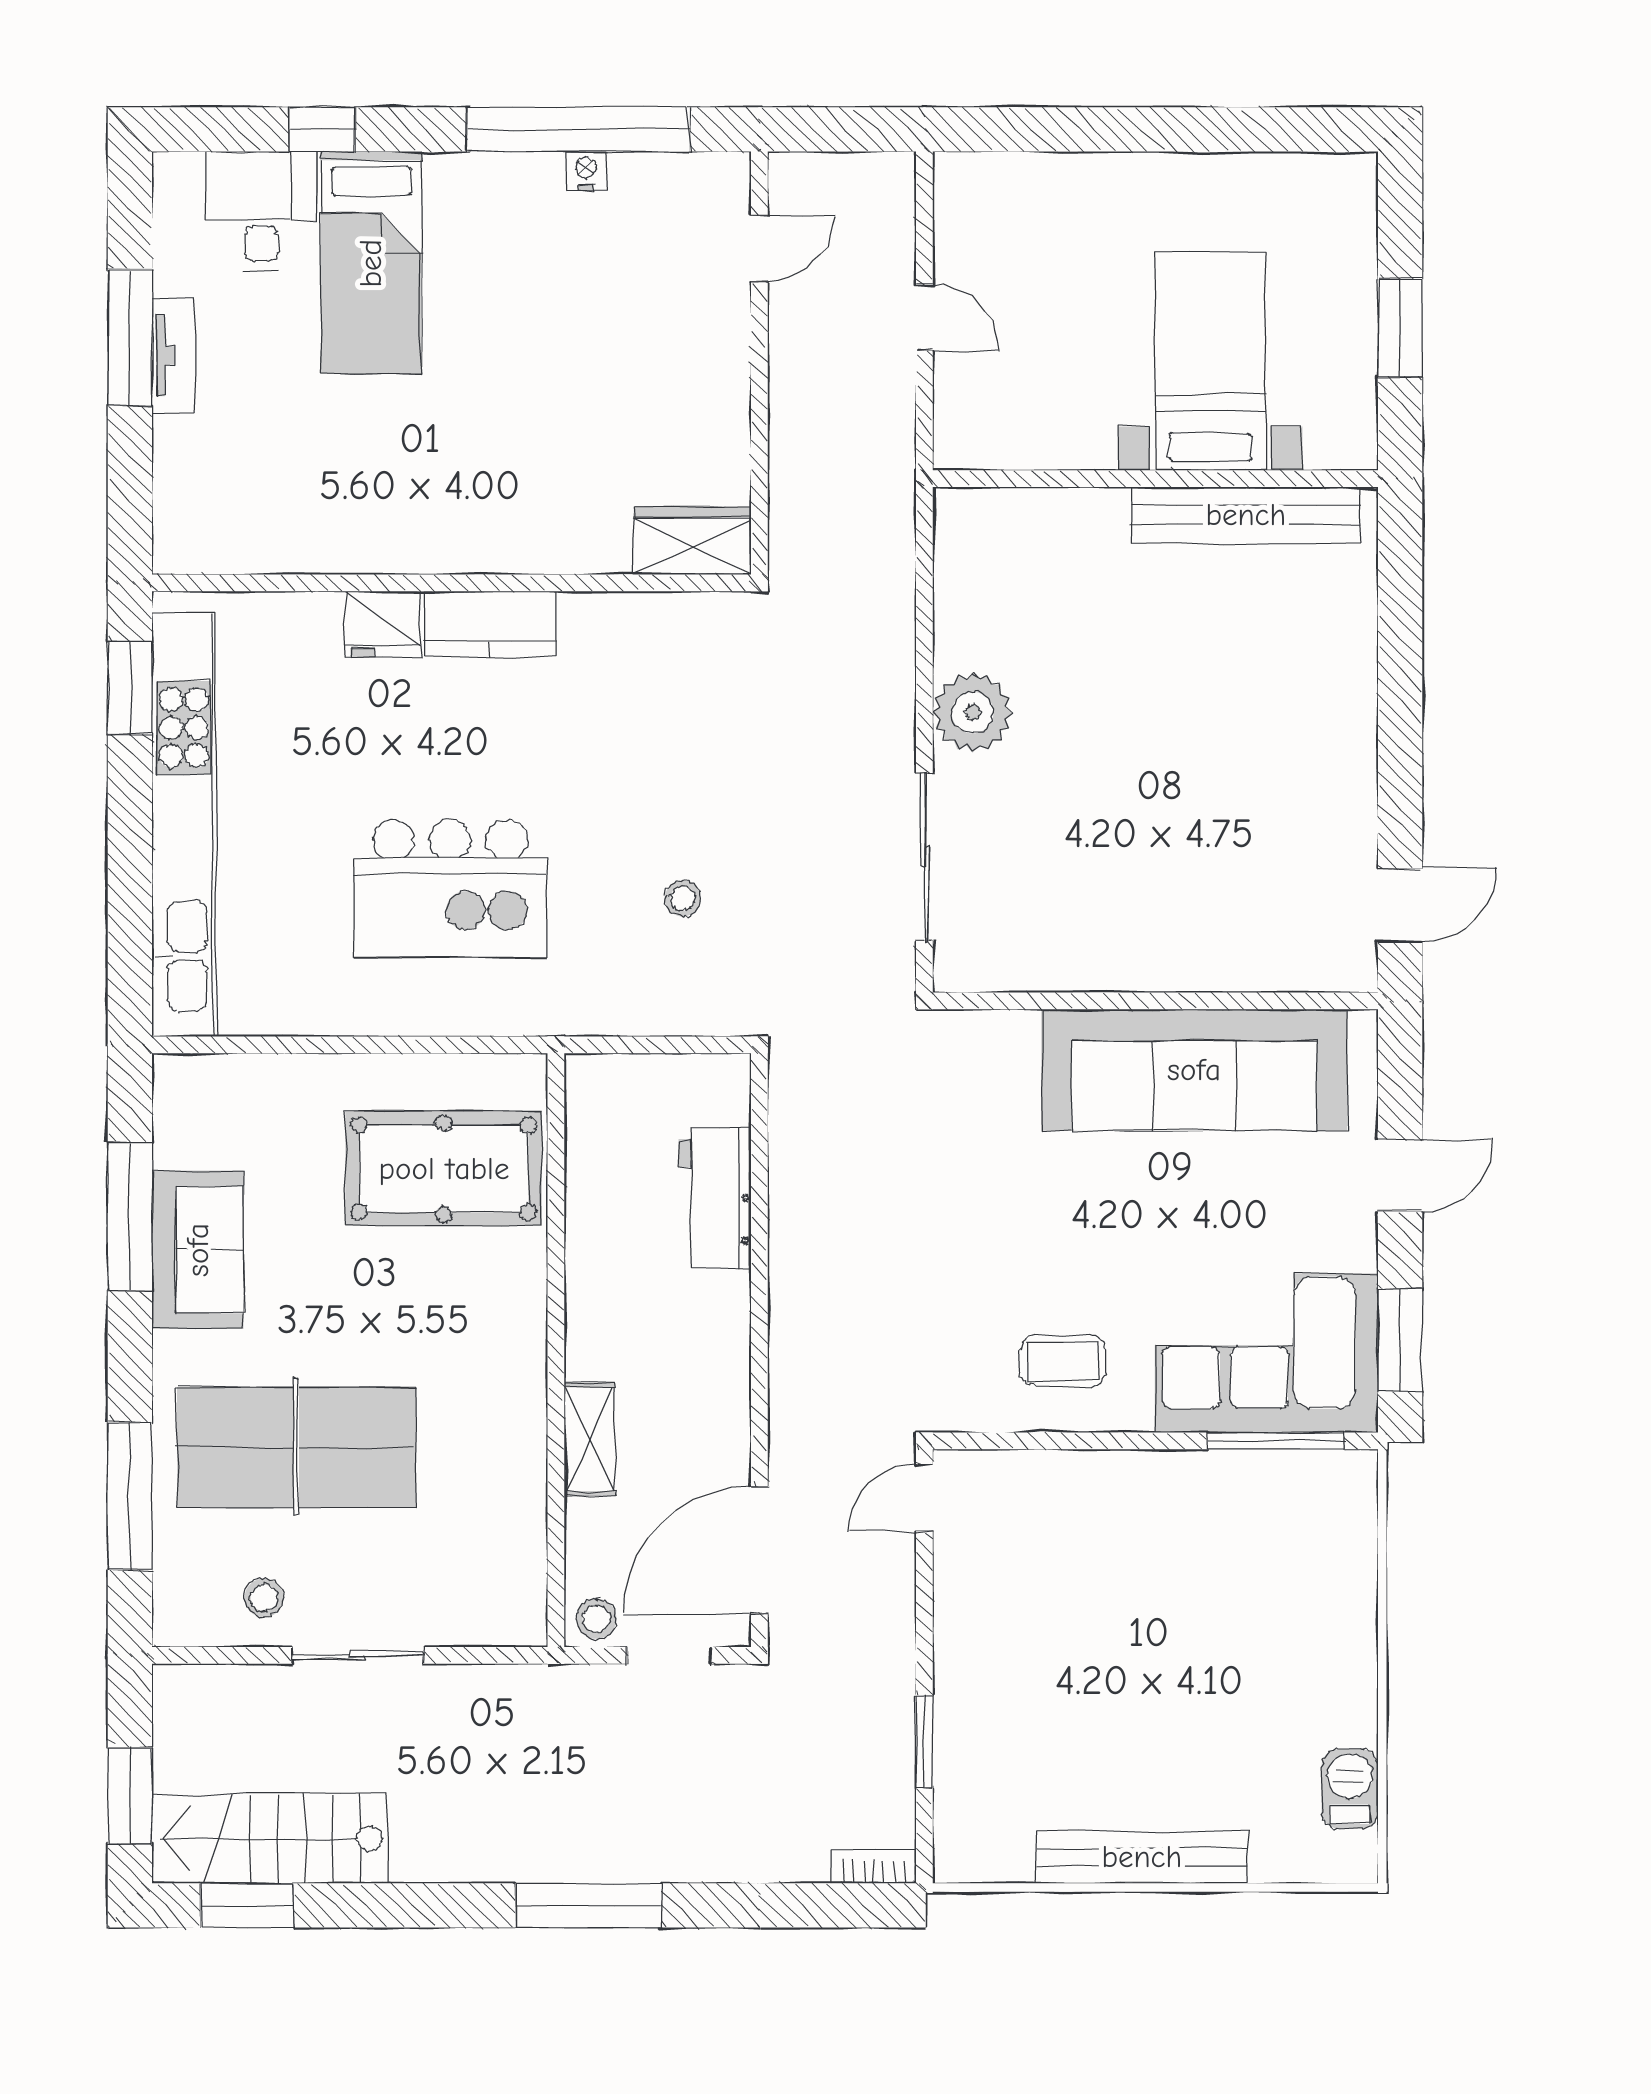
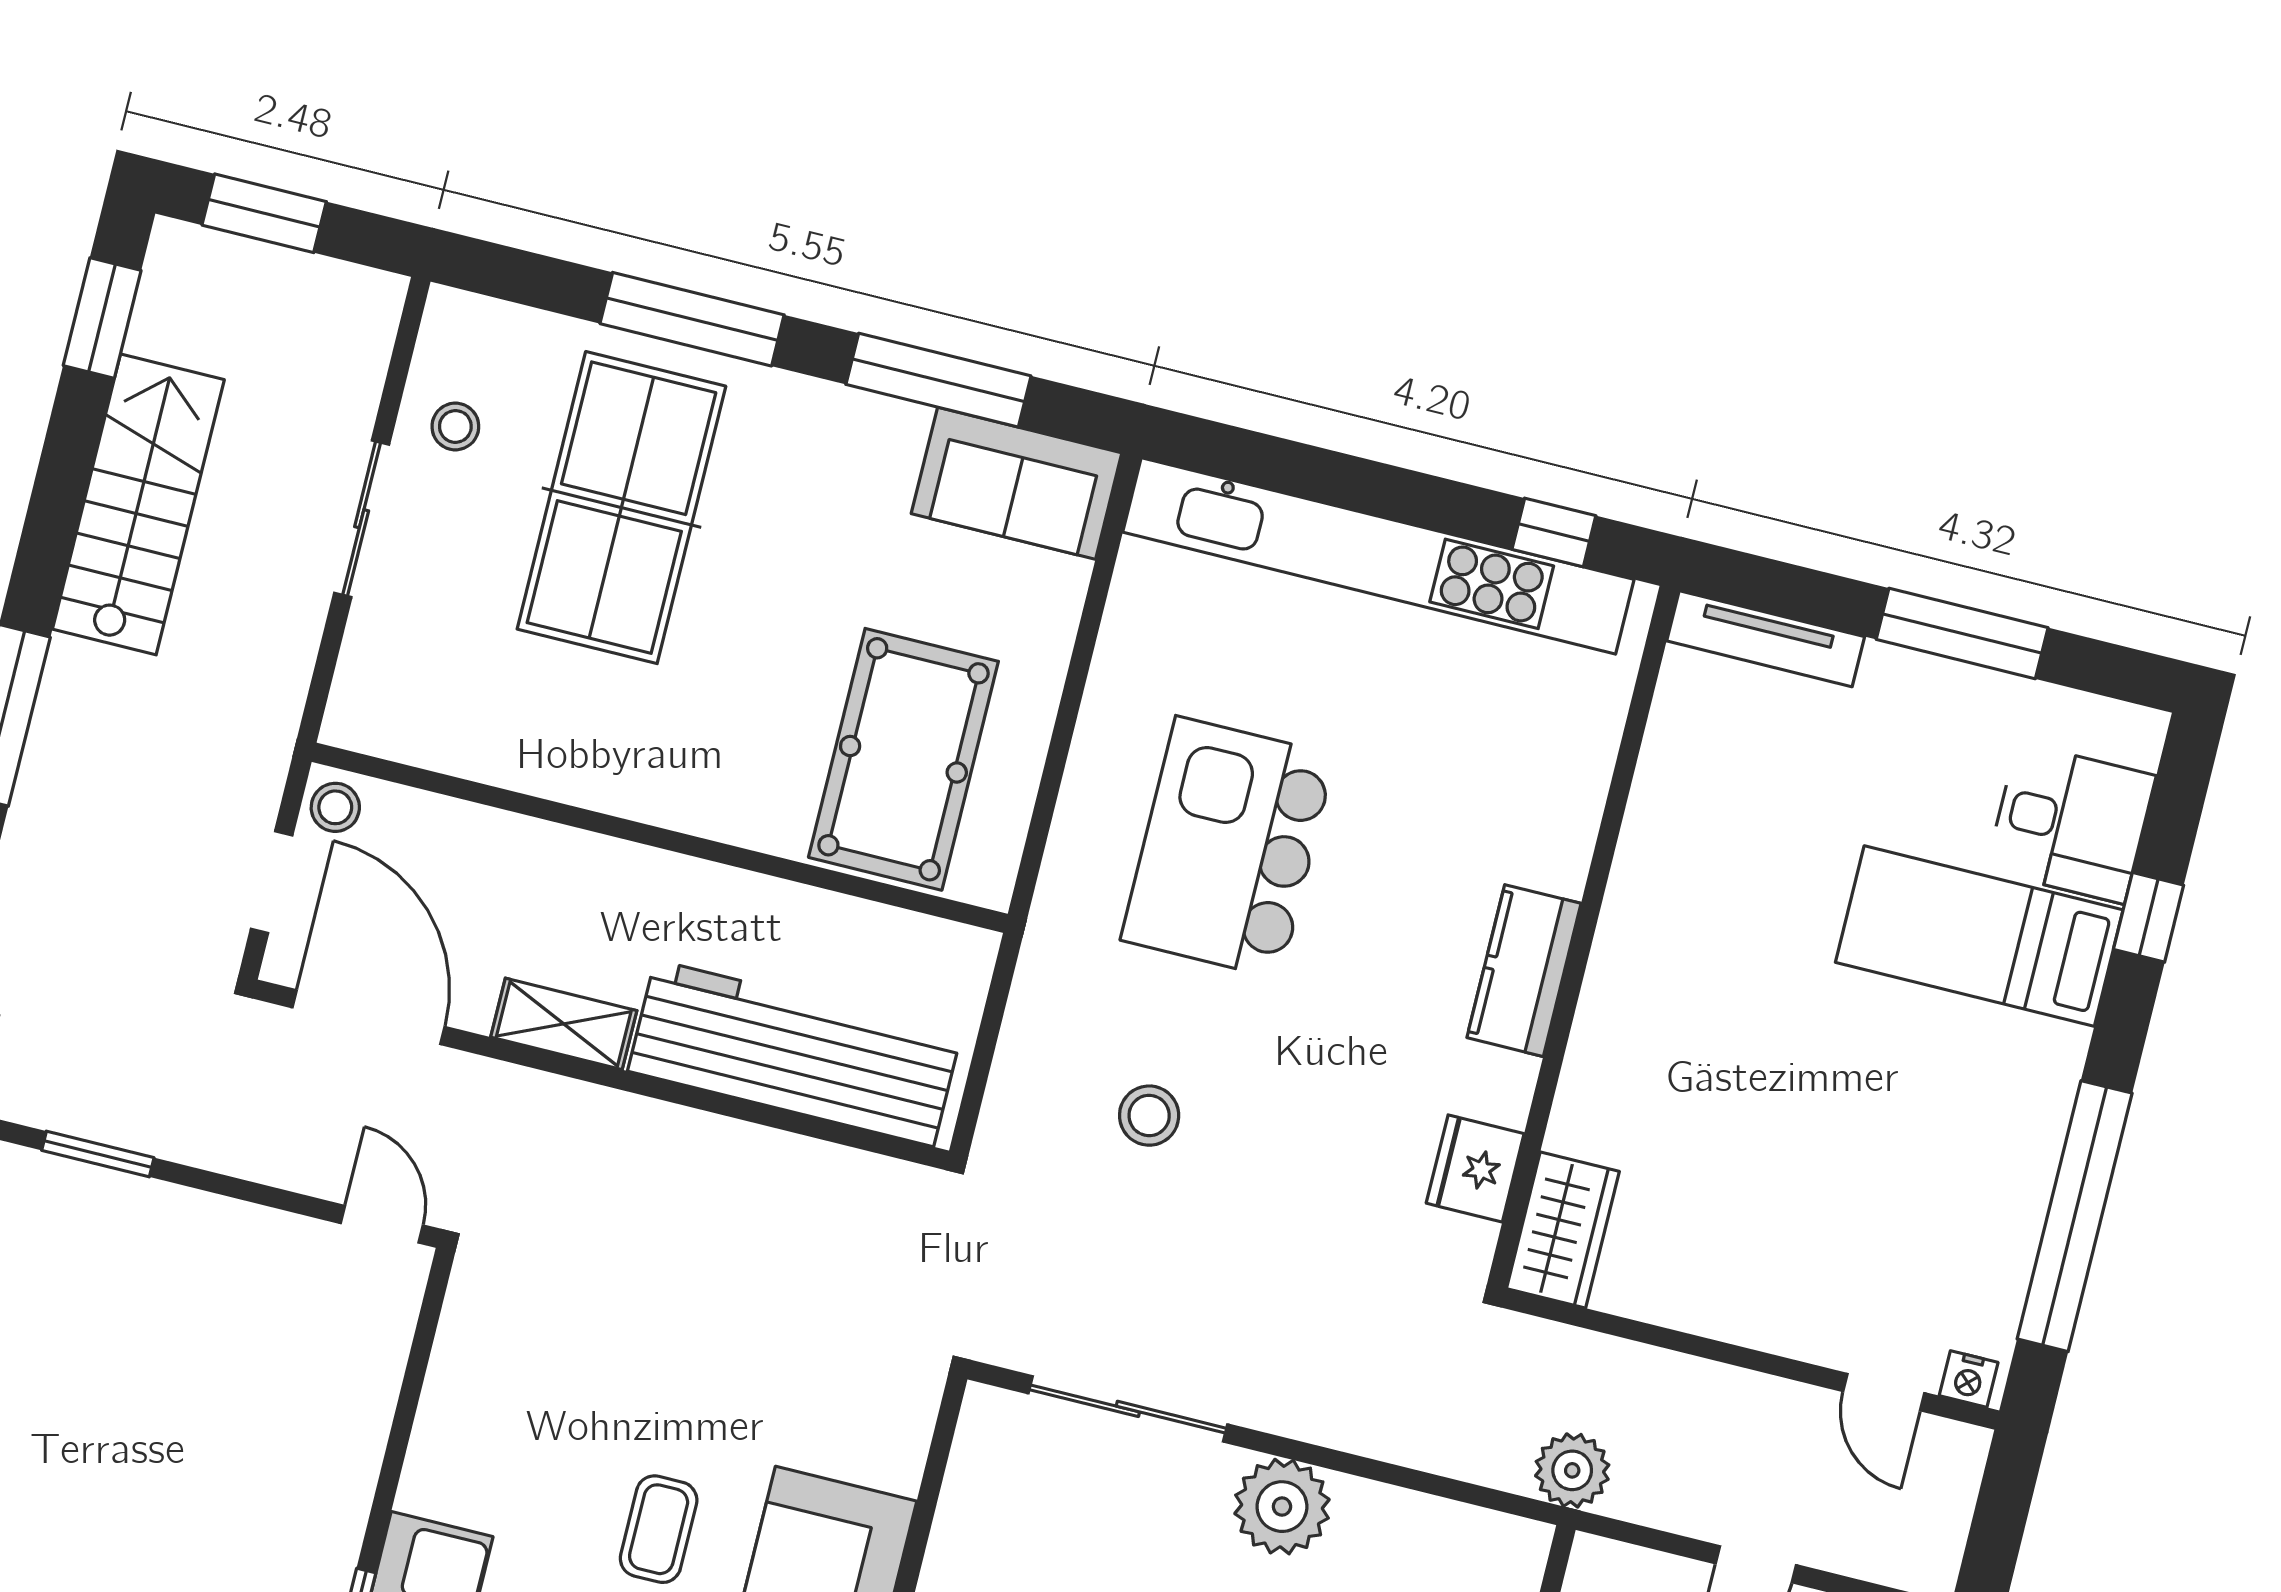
nightstand: (586, 171) -> (1969, 1379), moved, turned 90
tv unit: (173, 356) -> (1766, 639), moved, width x1.41
plant: (885, 485) -> (1572, 1470), added
fridge: (382, 624) -> (1475, 1168), moved
window: (130, 688) -> (1554, 532), width x0.67
stool: (683, 898) -> (1149, 1116), width x1.37, depth x1.37
workbench: (715, 1198) -> (794, 1053), width x1.88, depth x1.32
sofa: (198, 1250) -> (1017, 483), moved
coffee table: (1063, 1361) -> (659, 1529), moved
shelving: (590, 1439) -> (564, 1024), moved
window: (130, 1496) -> (692, 319), moved
stairs: (270, 1839) -> (138, 504), moved

